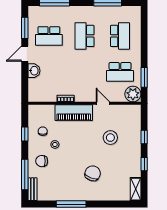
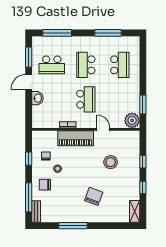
school desk: (120, 72) -> (86, 99), moved, turned -90

